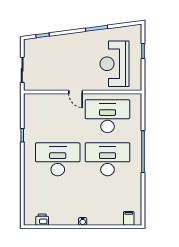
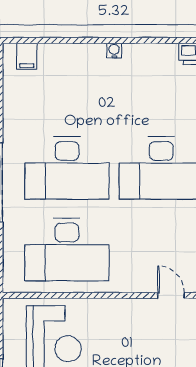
door: (76, 92) -> (171, 295), moved

